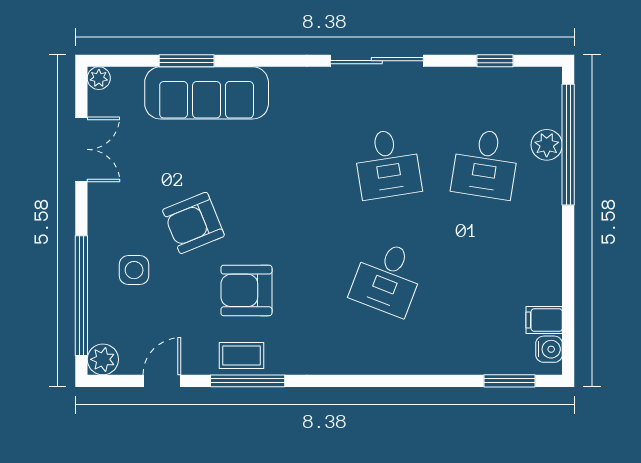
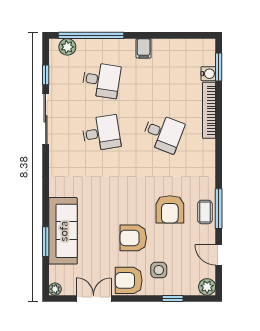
sliding door: (377, 61) -> (46, 119), moved
plant: (547, 145) -> (67, 47), moved
armchair: (115, 214) -> (129, 280), added
armchair: (193, 223) -> (133, 238), turned 112
window: (81, 296) -> (173, 299), width x0.32
filing cabinet: (544, 320) -> (144, 48), moved
water cooler: (549, 349) -> (208, 74), moved, turned 90
bookcase: (430, 363) -> (209, 110), added

